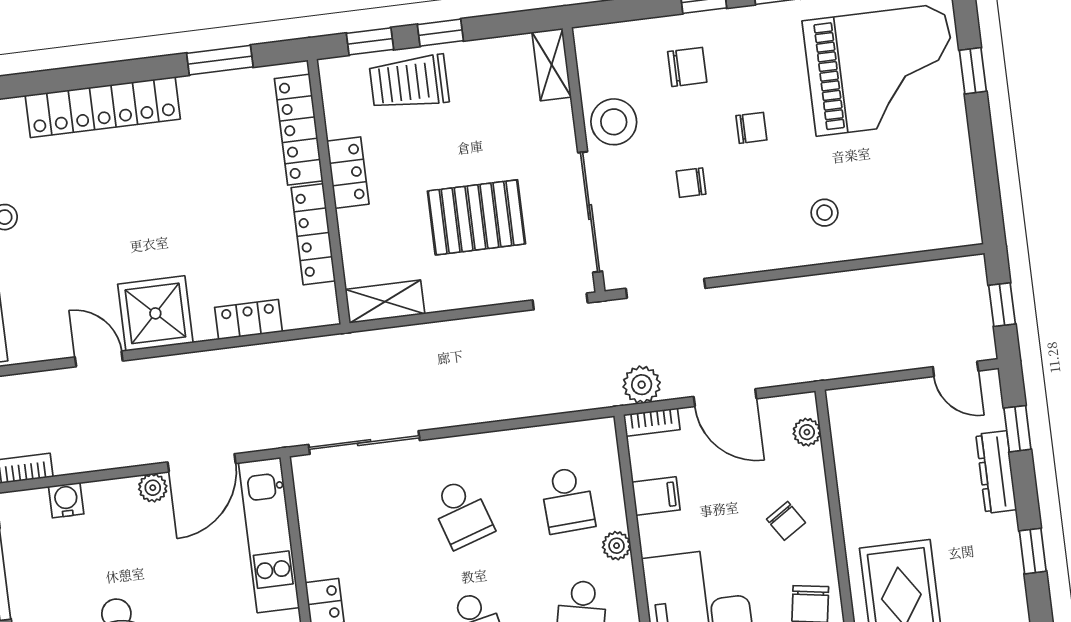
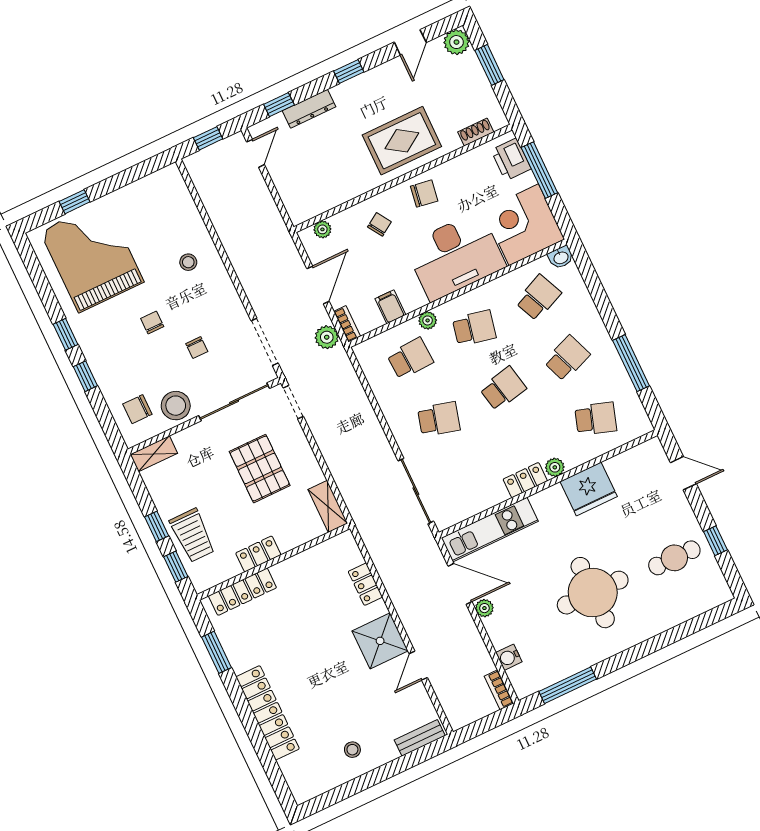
chair: (687, 67) -> (137, 409), moved, turned -90
locker: (313, 234) -> (302, 562), removed
school desk: (462, 513) -> (439, 419), turned 33

